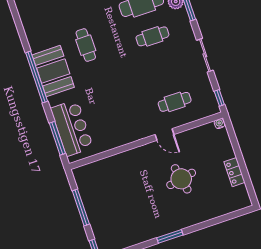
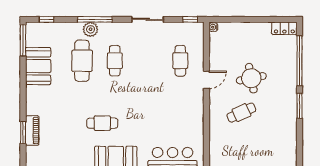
locker: (235, 172) -> (284, 28), moved
cafe table: (143, 181) -> (241, 113), added
window: (215, 221) -> (299, 61), added

